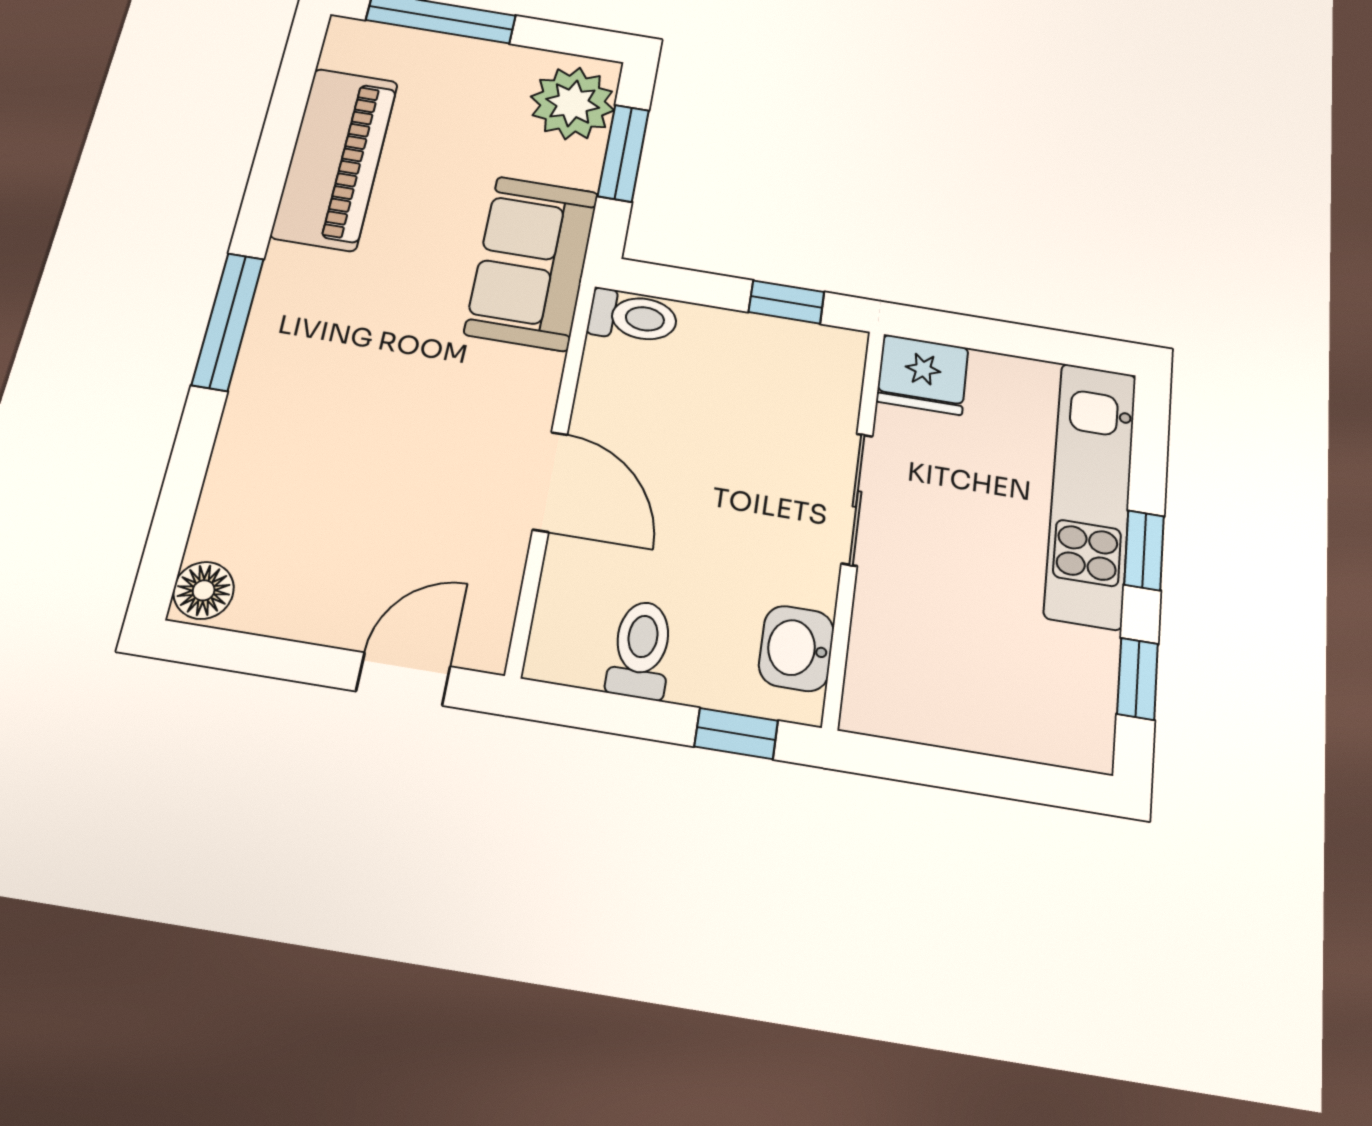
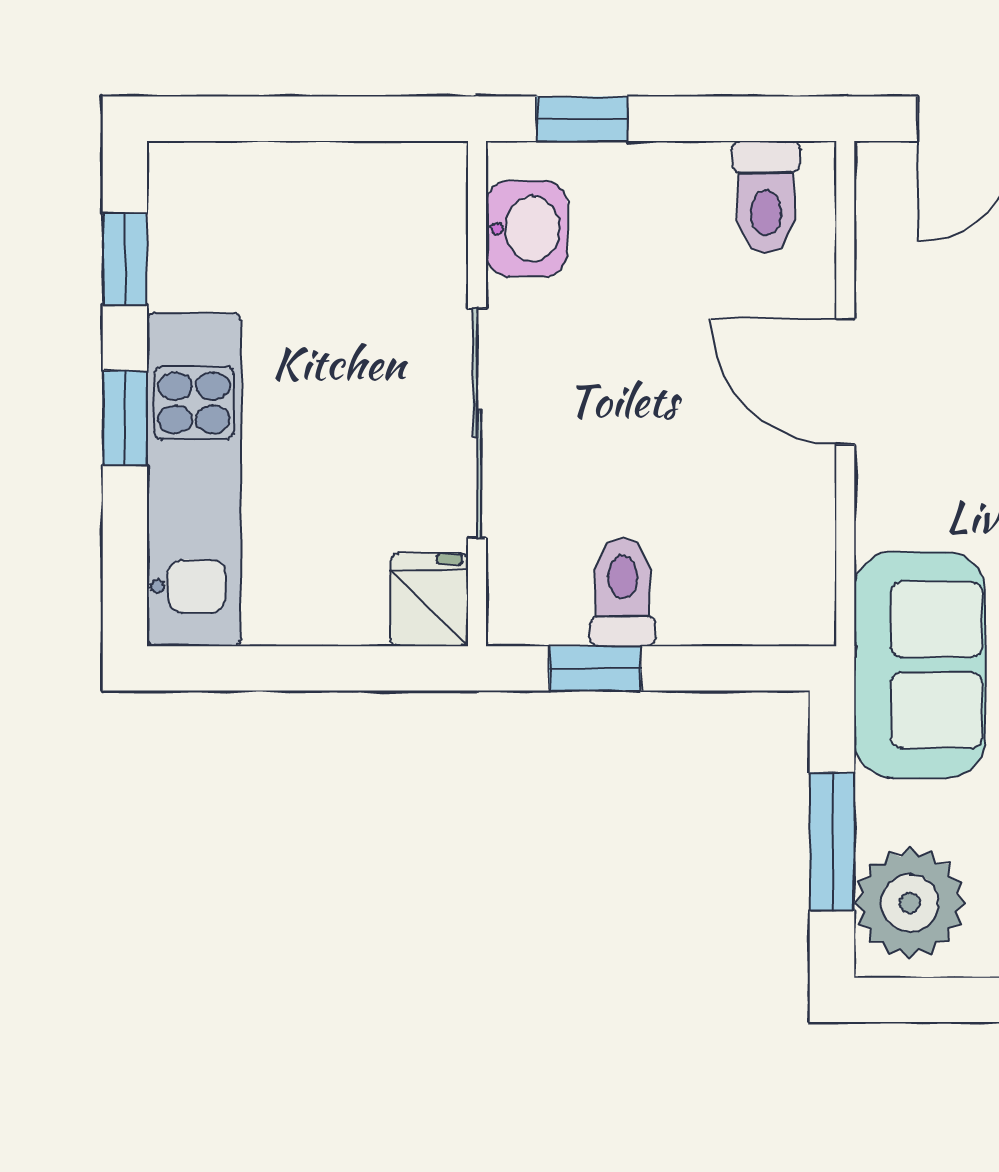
toilet: (633, 317) -> (623, 592), moved, turned 90
fridge: (922, 375) -> (429, 600), width x0.72
sliding door: (857, 499) -> (477, 423), width x1.37
toilet: (641, 650) -> (766, 197), moved

